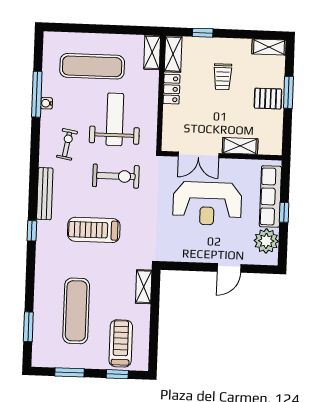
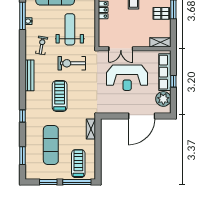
shelving: (240, 146) -> (160, 42), moved
exercise bike: (116, 176) -> (72, 63), turned 180
treadmill: (94, 230) -> (60, 96), turned 90
window: (32, 231) -> (22, 116), moved
door: (229, 268) -> (142, 116), width x1.87
window: (117, 374) -> (77, 182), width x2.17

